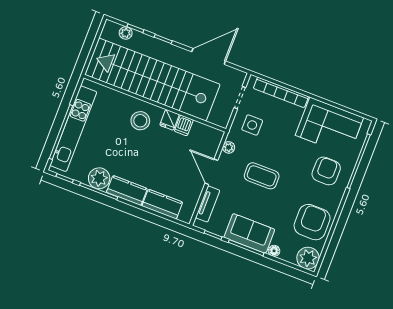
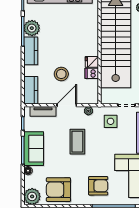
stool: (140, 121) -> (61, 74), moved
kitchen counter: (162, 204) -> (31, 90), moved
armchair: (312, 222) -> (58, 190), turned 180

